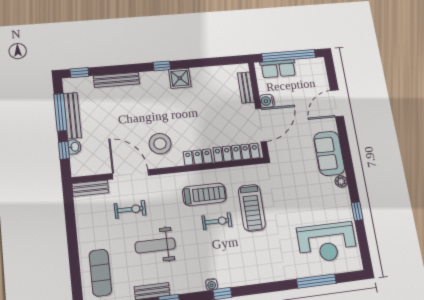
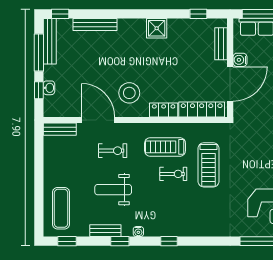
window: (162, 66) -> (198, 14), moved
bench: (72, 115) -> (50, 41), moved
treadmill: (204, 194) -> (165, 147), turned 180
exercise bike: (130, 209) -> (113, 151), moved
water cooler: (212, 284) -> (138, 232), moved

